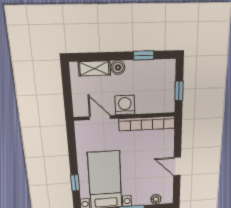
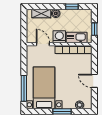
kitchen sink: (151, 105) -> (77, 37), added
window: (75, 183) -> (24, 88), width x2.17

